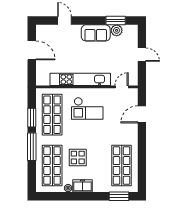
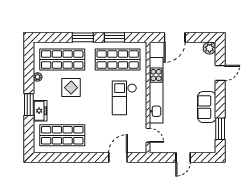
plant: (117, 30) -> (210, 48), moved
door: (32, 50) -> (175, 37), moved
door: (142, 114) -> (118, 157), hinge flipped
window: (32, 147) -> (83, 37), width x0.69
freezer: (82, 186) -> (40, 111), moved
window: (119, 196) -> (29, 105), moved

